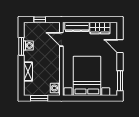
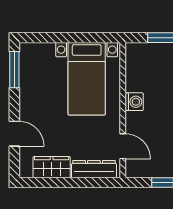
bed with nightstands: (87, 76) -> (87, 79), width x0.73
washing machine: (55, 88) -> (134, 102), moved

